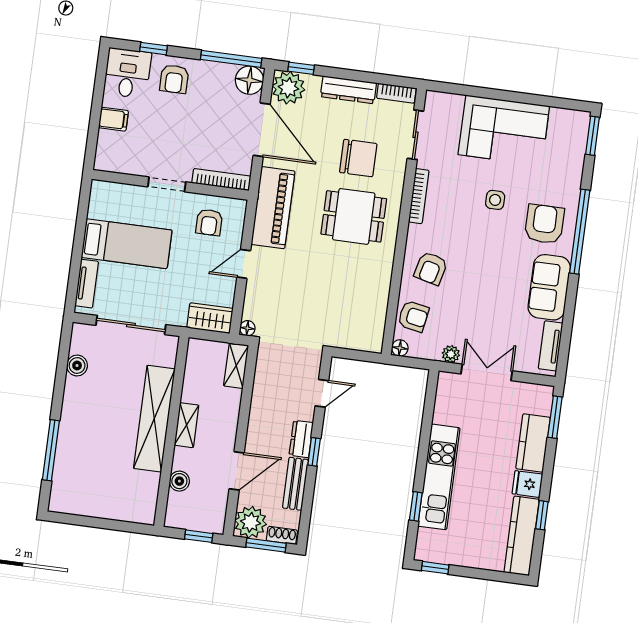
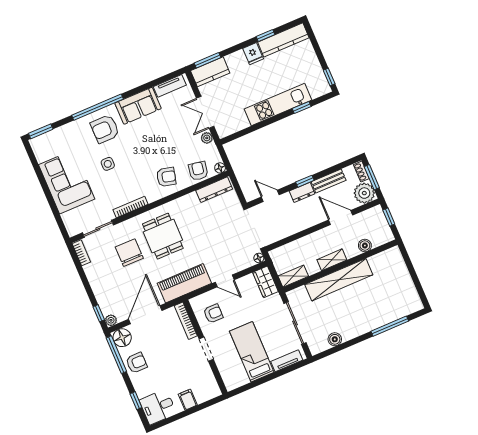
armchair: (174, 79) -> (137, 363), moved
plant: (288, 88) -> (111, 320), width x0.53, depth x0.53
dresser: (348, 90) -> (214, 190), moved, turned 90
shelving: (236, 366) -> (293, 276), moved
kitchen counter: (533, 443) -> (210, 72), moved

